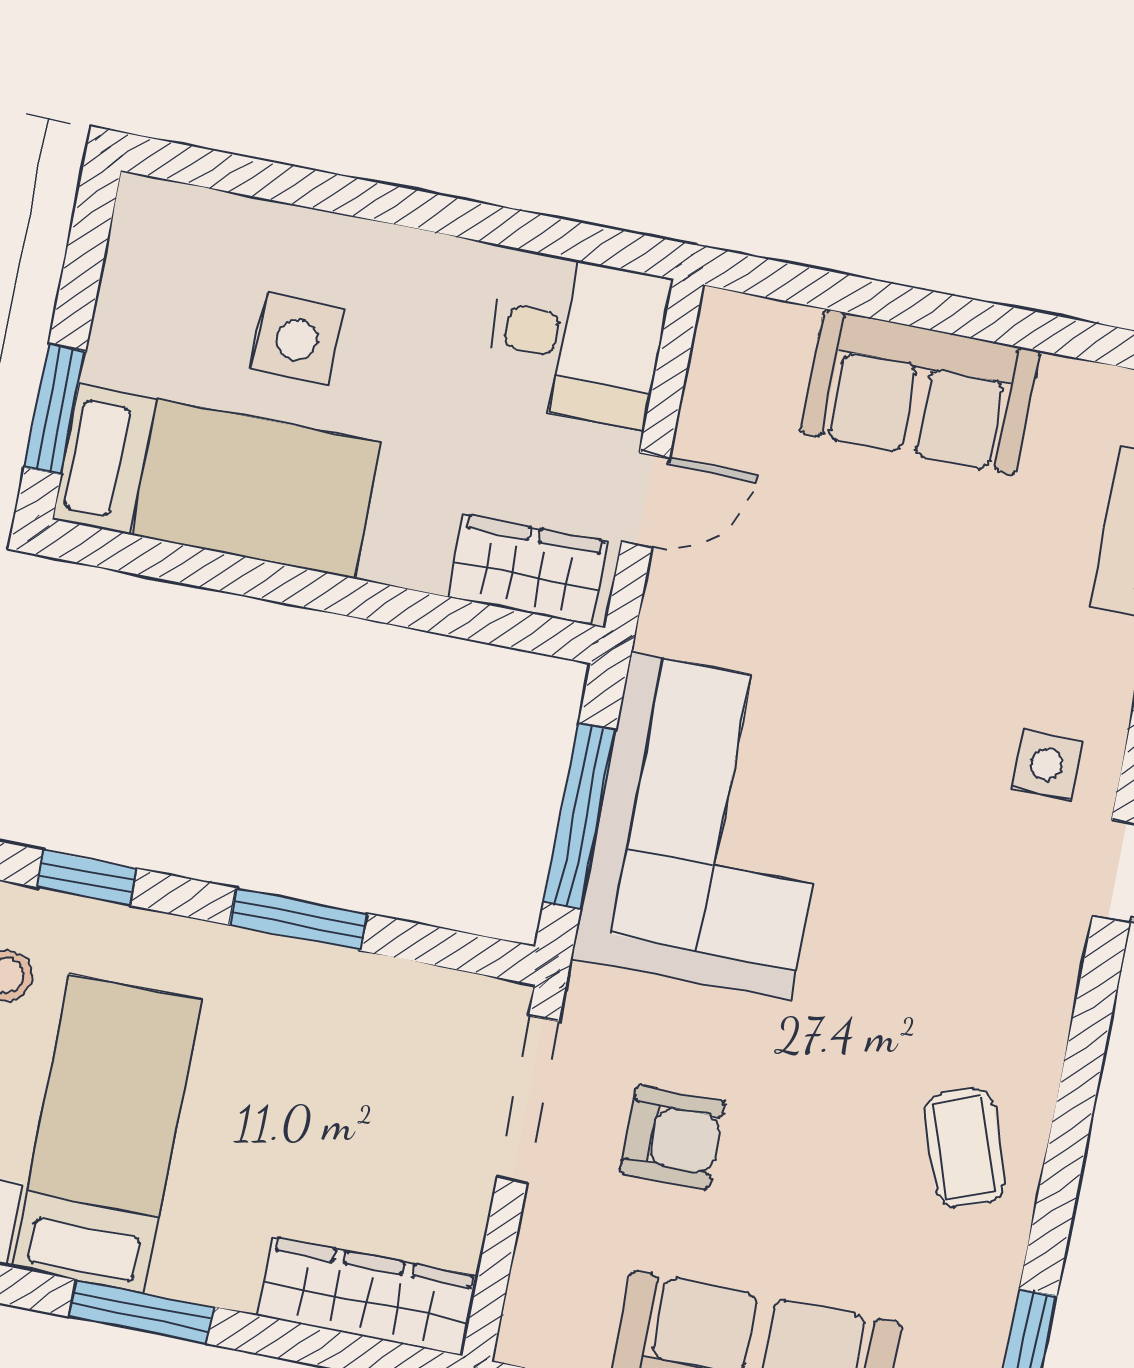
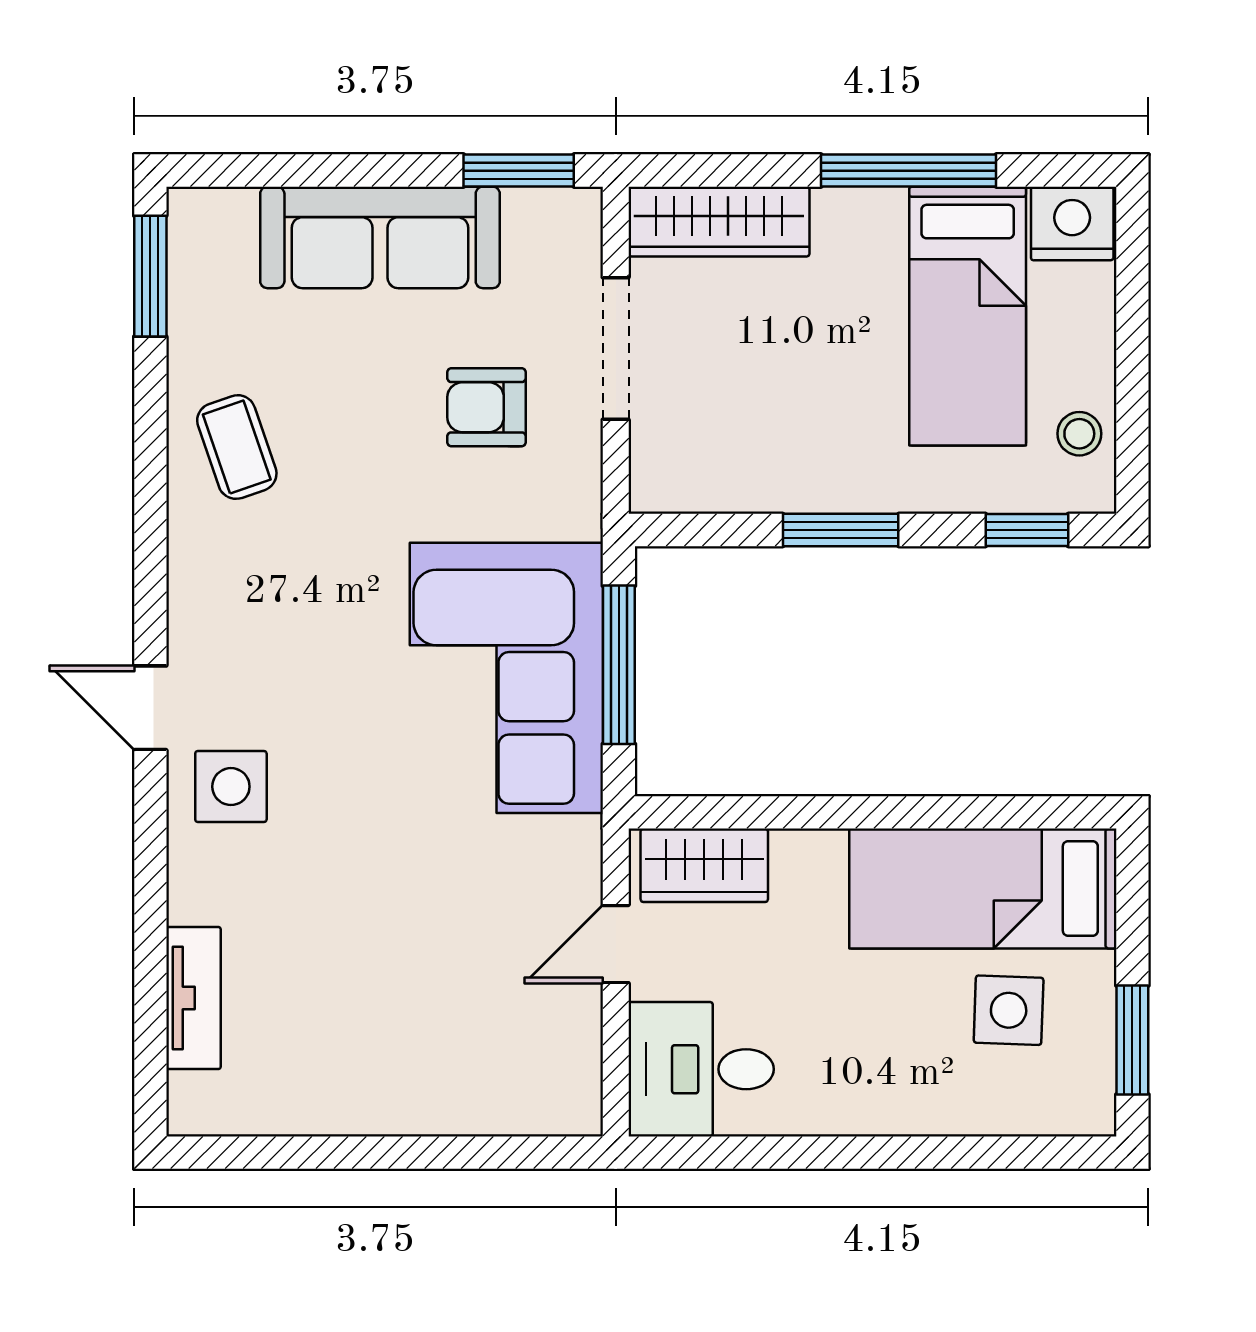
side table: (297, 340) -> (1009, 1010), moved
sofa: (920, 392) -> (401, 1081), removed
window: (55, 409) -> (1132, 1040), moved
side table: (1047, 764) -> (231, 787), width x1.37, depth x1.37
doorway: (528, 1099) -> (616, 348), moved
window: (141, 1312) -> (909, 171), width x1.44

